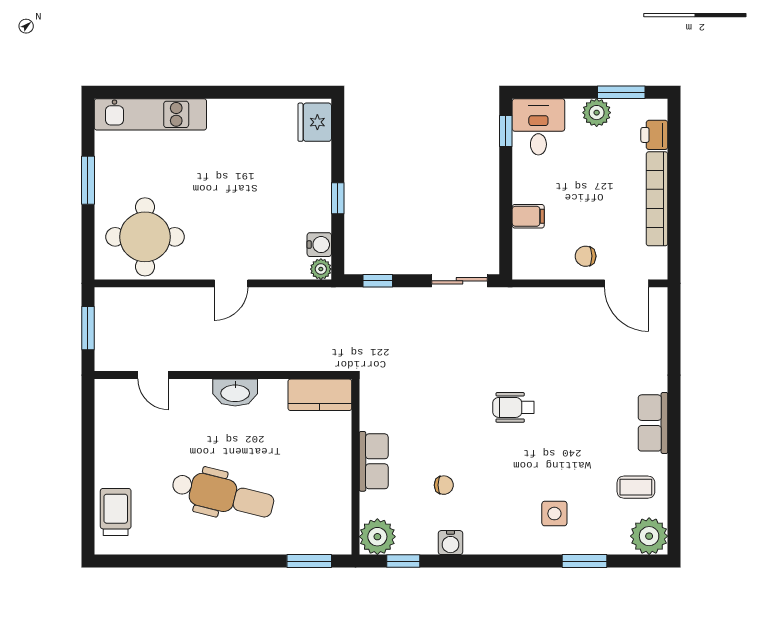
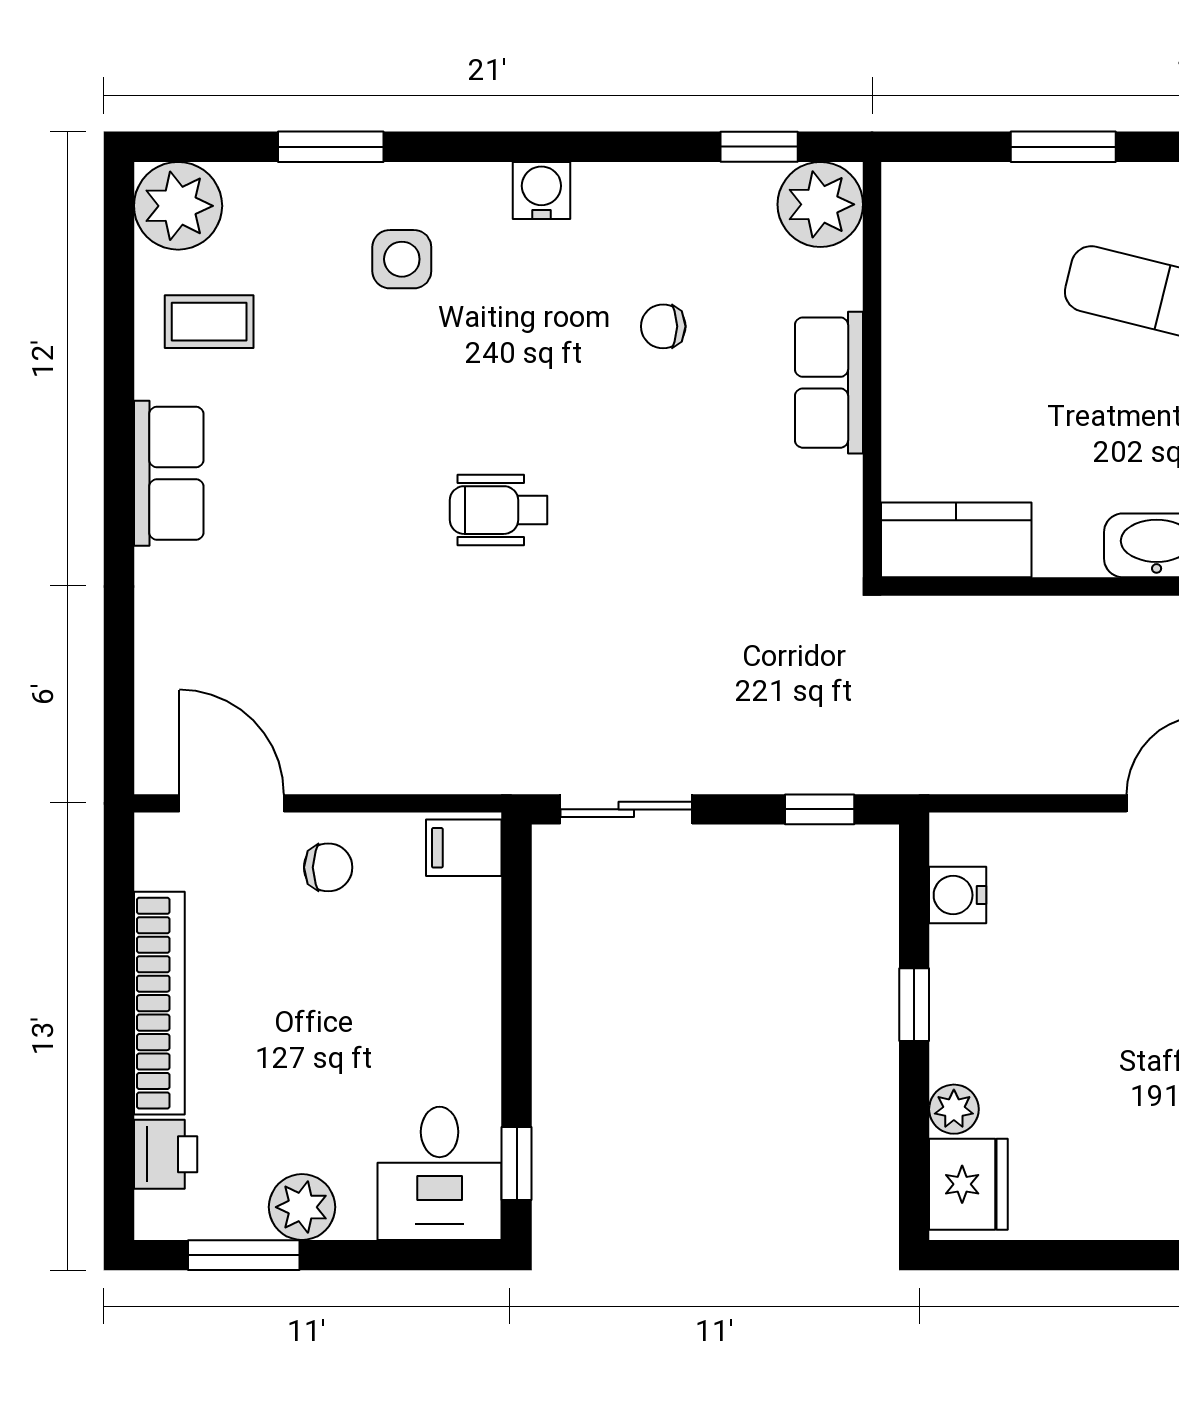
filing cabinet: (528, 216) -> (464, 848), moved
plant: (321, 269) -> (954, 1109), moved
wheelchair: (513, 407) -> (499, 510), turned 180
water cooler: (450, 543) -> (541, 190), moved
window: (309, 561) -> (1063, 147), moved

